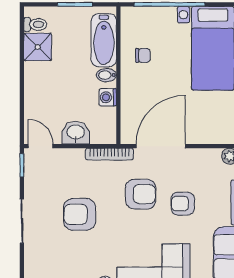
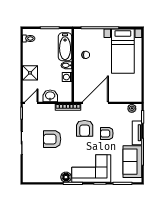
shower: (38, 47) -> (30, 73), moved
door: (40, 146) -> (31, 103), hinge flipped
armchair: (141, 194) -> (85, 128), turned 90

